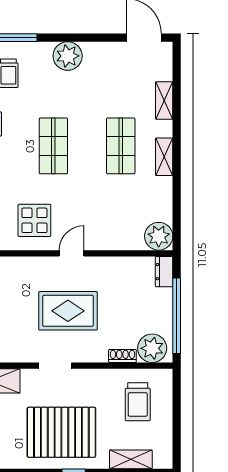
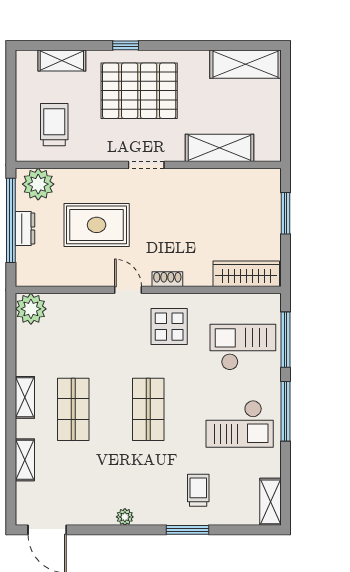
plant: (68, 56) -> (125, 517), width x0.53, depth x0.53
door: (71, 253) -> (128, 290), swing flipped
dresser: (164, 272) -> (25, 229), moved
rug: (68, 311) -> (97, 225), moved
shoe rack: (122, 356) -> (167, 279), moved, turned 180

